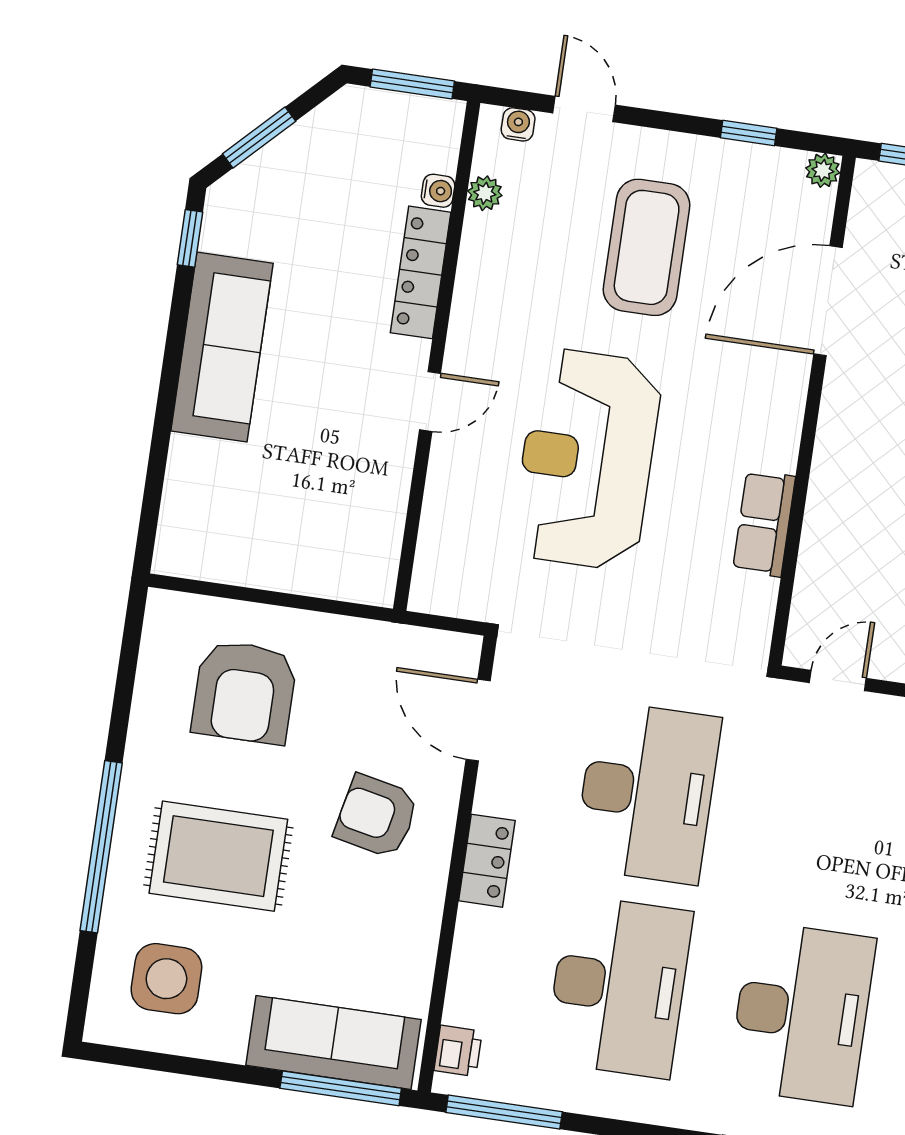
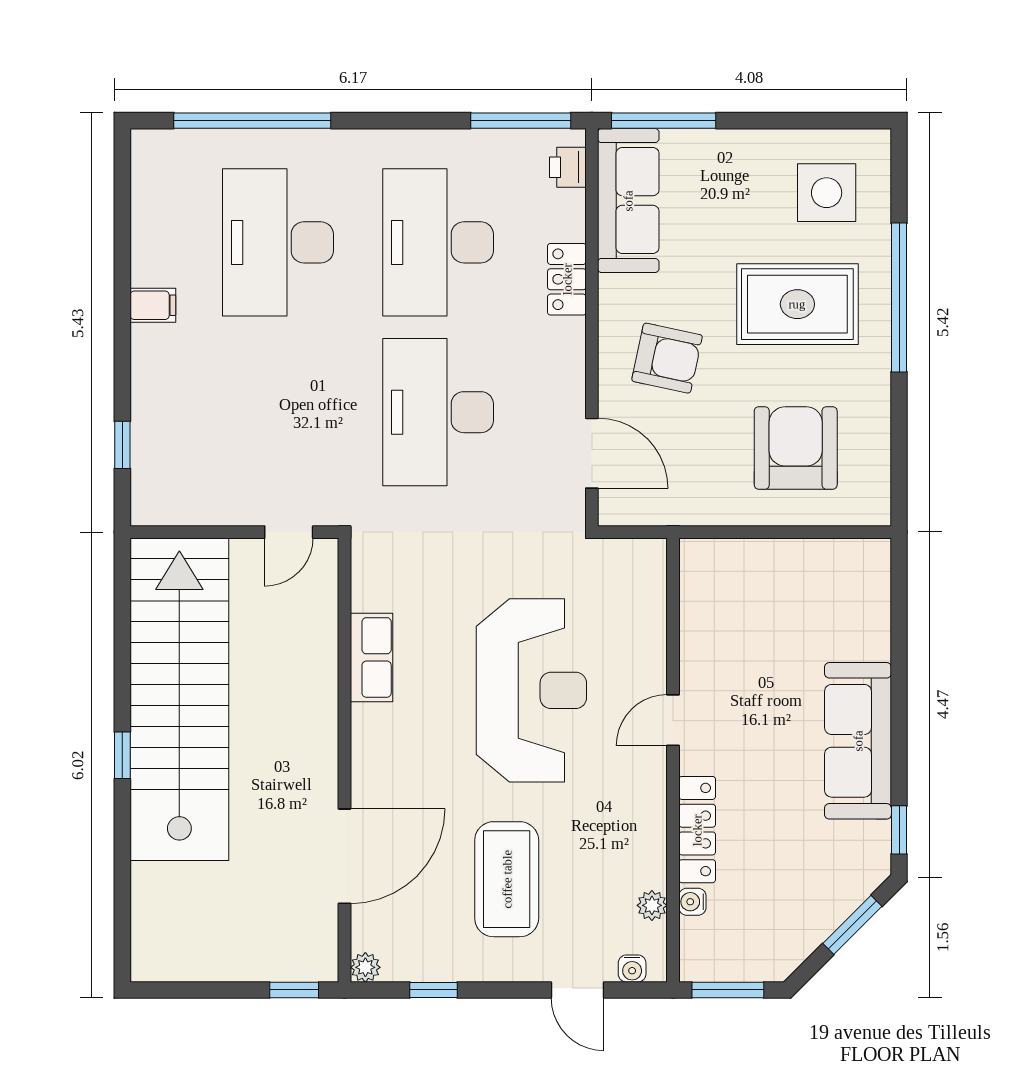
locker: (487, 861) -> (567, 279), moved
sofa: (334, 1042) -> (628, 201), moved, turned -90

